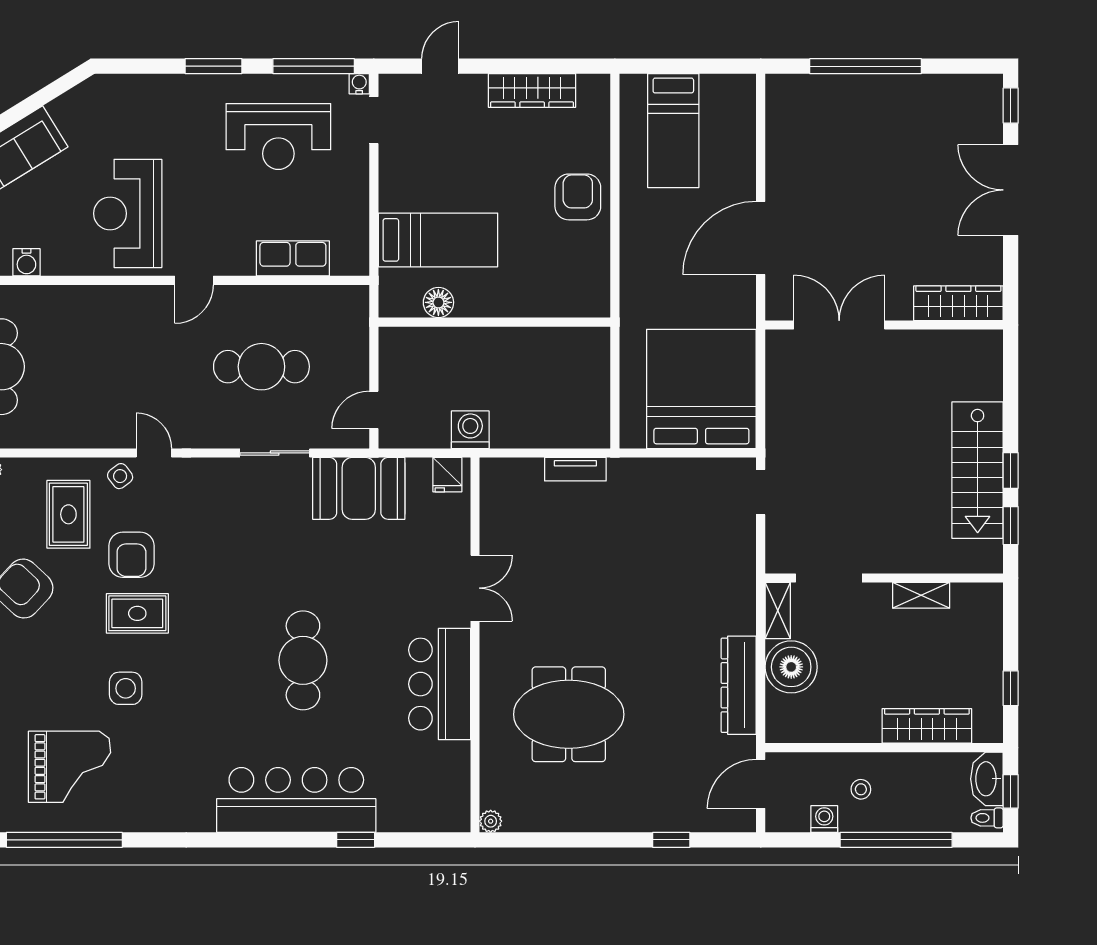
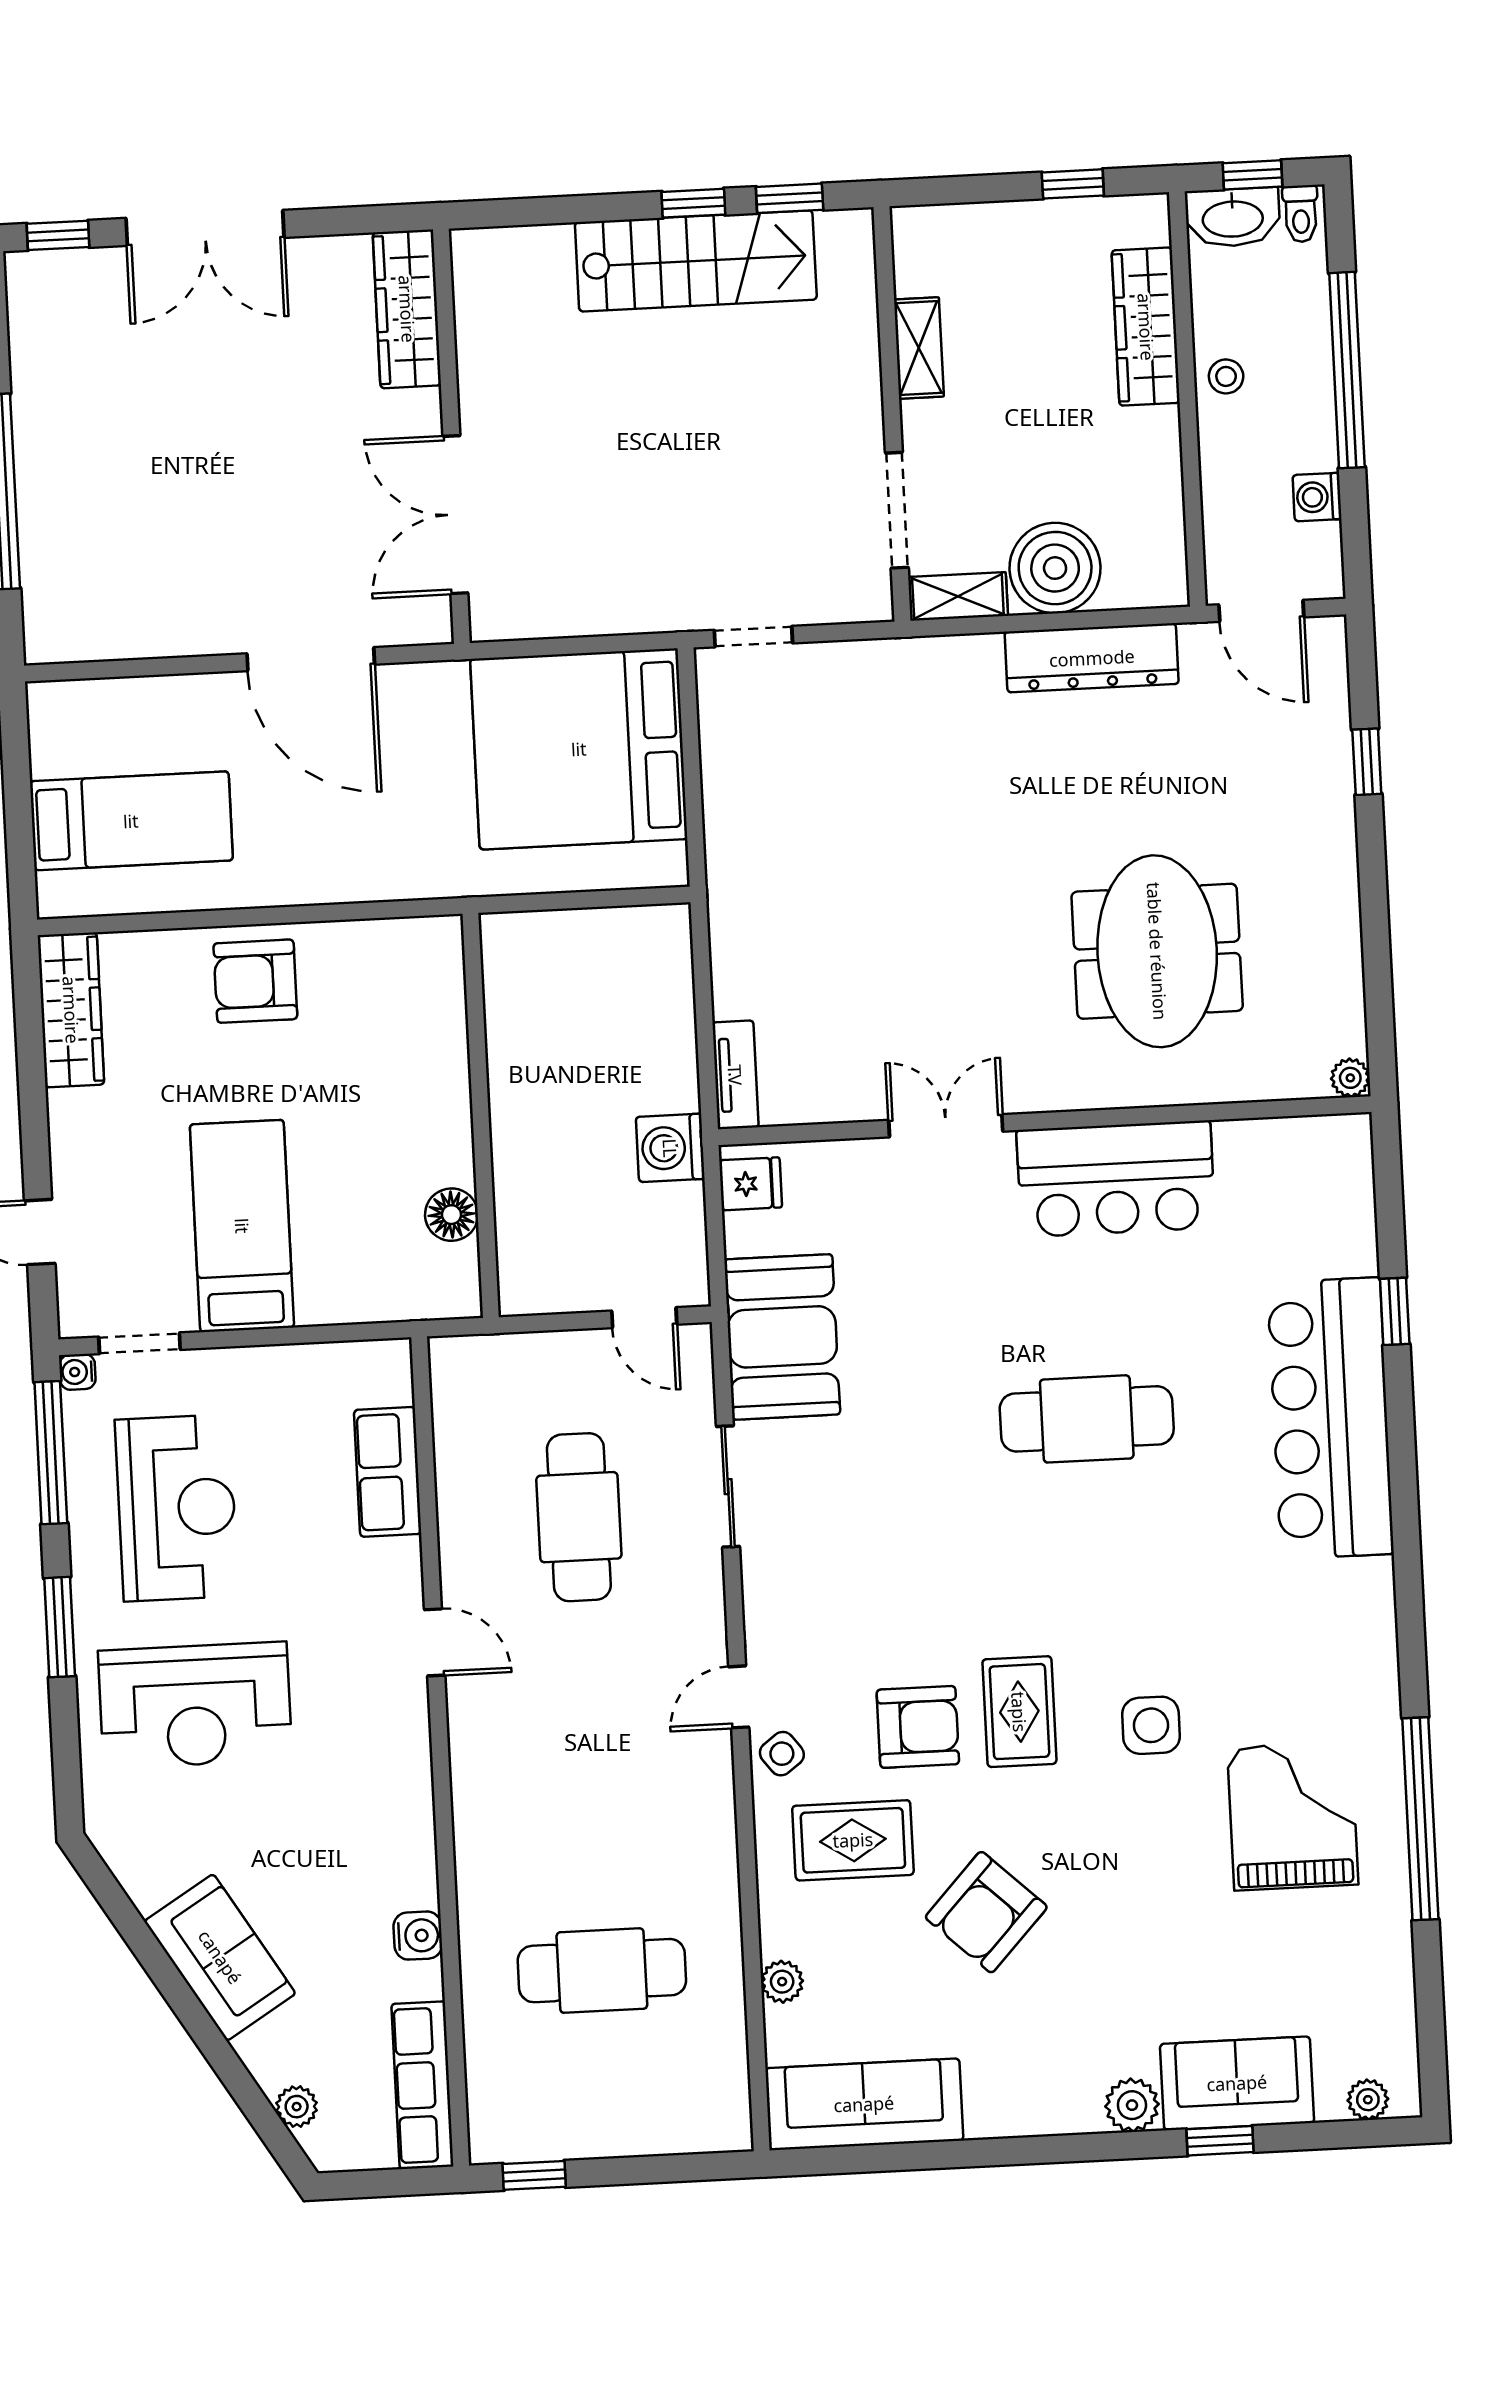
wardrobe: (532, 90) -> (71, 1010), moved
reception desk: (128, 213) -> (195, 1705), moved
bed: (438, 240) -> (242, 1226), moved
tv unit: (575, 469) -> (735, 1075), moved
stool: (861, 789) -> (1226, 376), moved

